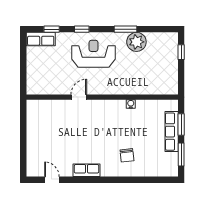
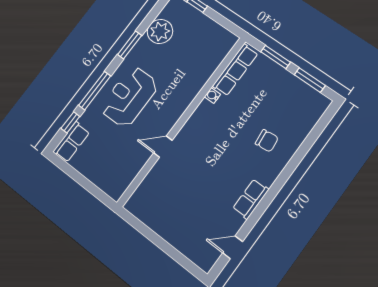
window: (82, 29) -> (95, 91), width x2.17
plant: (136, 42) -> (160, 31), moved
door: (79, 97) -> (163, 147), hinge flipped
row of seats: (172, 132) -> (235, 70), moved, turned -90

